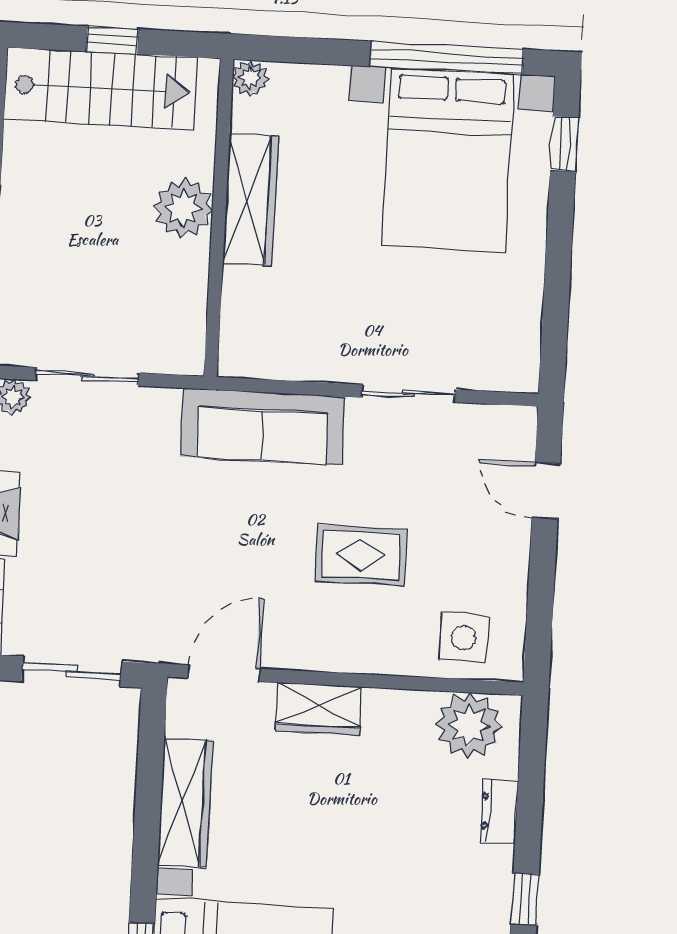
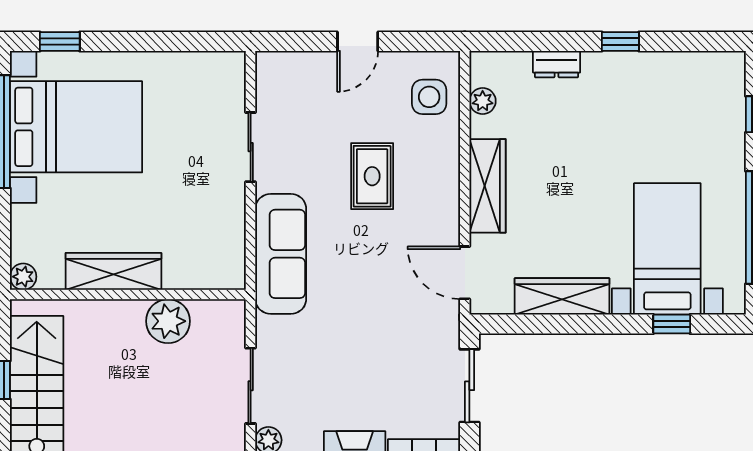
plant: (183, 208) -> (168, 321), moved
door: (546, 491) -> (358, 41), moved
wardrobe: (319, 709) -> (488, 186), width x1.50
plant: (469, 725) -> (483, 101), width x0.53, depth x0.53

